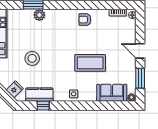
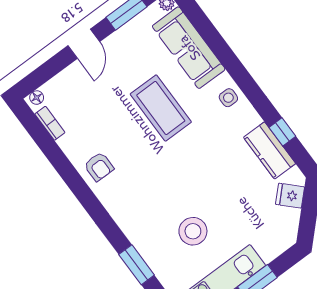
plant: (39, 15) -> (145, 243), removed
stool: (32, 58) -> (193, 231), moved
sofa: (112, 93) -> (189, 48), width x1.36

